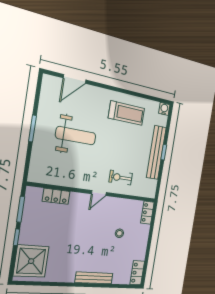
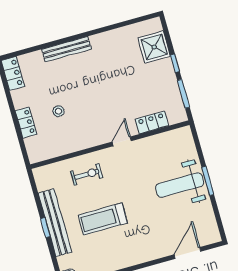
treadmill: (127, 113) -> (103, 219), moved
weight bench: (76, 136) -> (180, 185), moved
door: (99, 193) -> (122, 141), moved
locker: (147, 213) -> (26, 122), moved
shower: (31, 261) -> (154, 47), width x0.73, depth x0.73

